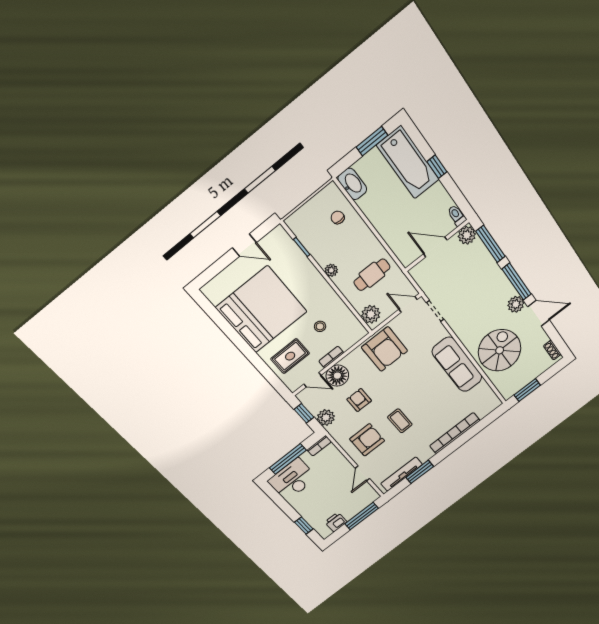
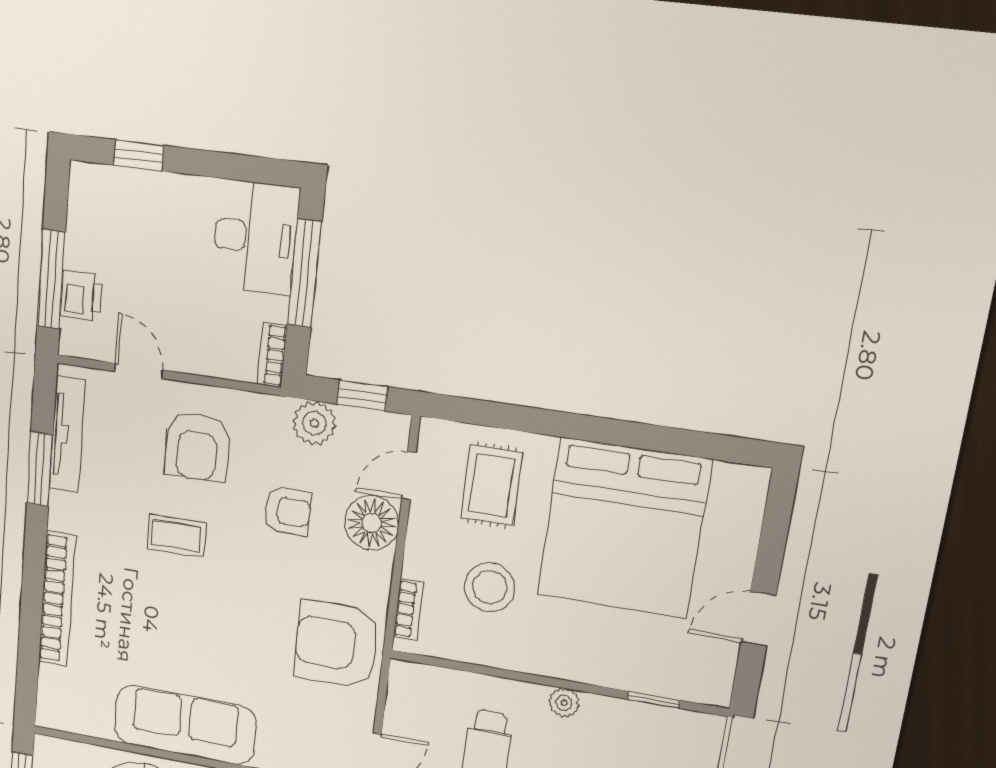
plant: (371, 314) -> (421, 685), removed
stool: (320, 326) -> (490, 587), width x1.89, depth x1.89
bookcase: (331, 357) -> (408, 610), moved
printer: (336, 522) -> (81, 296), moved

